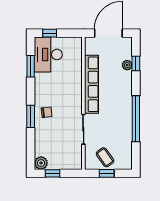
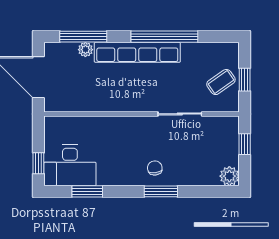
window: (136, 64) -> (83, 37), width x2.17
row of seats: (91, 84) -> (137, 52), moved, turned 180
window: (53, 173) -> (245, 144), moved

